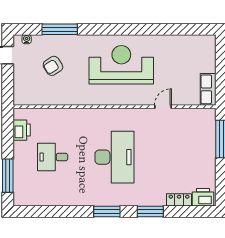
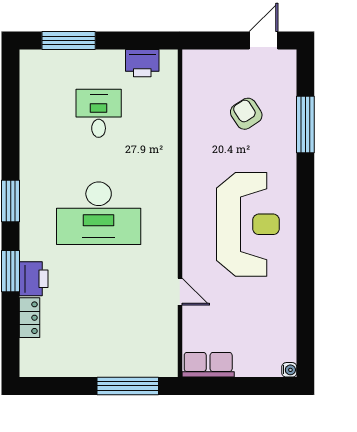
water cooler: (27, 39) -> (289, 370), moved
printer: (203, 197) -> (34, 279), moved

